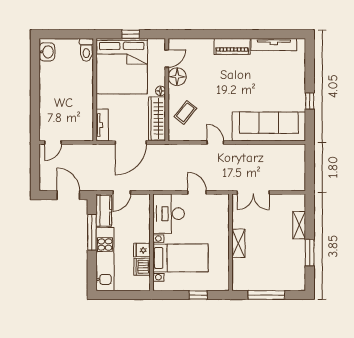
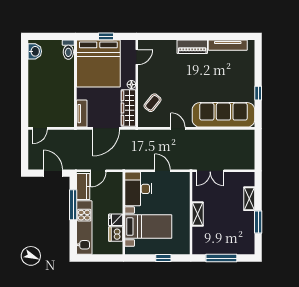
floor lamp: (177, 77) -> (146, 72), removed

